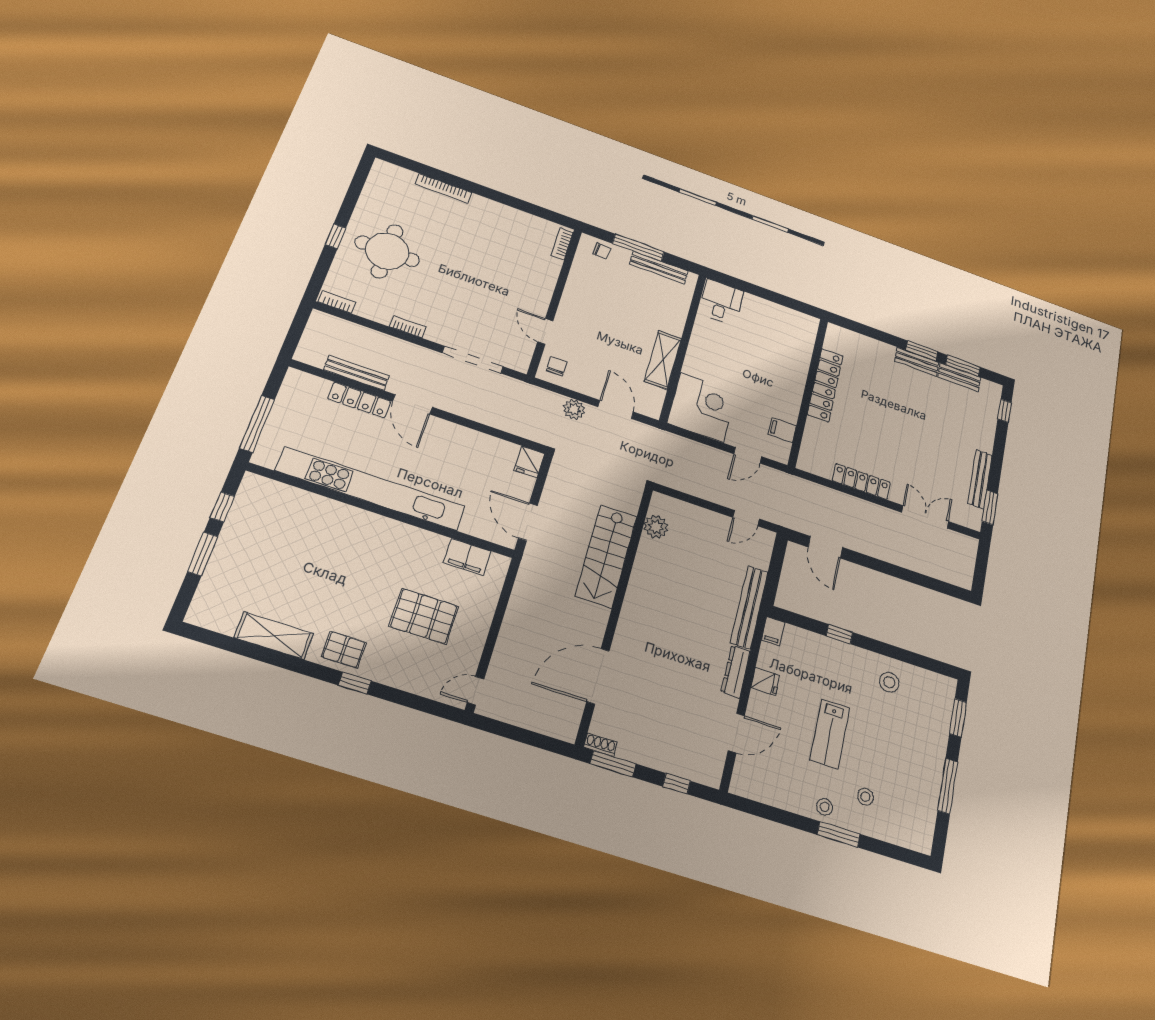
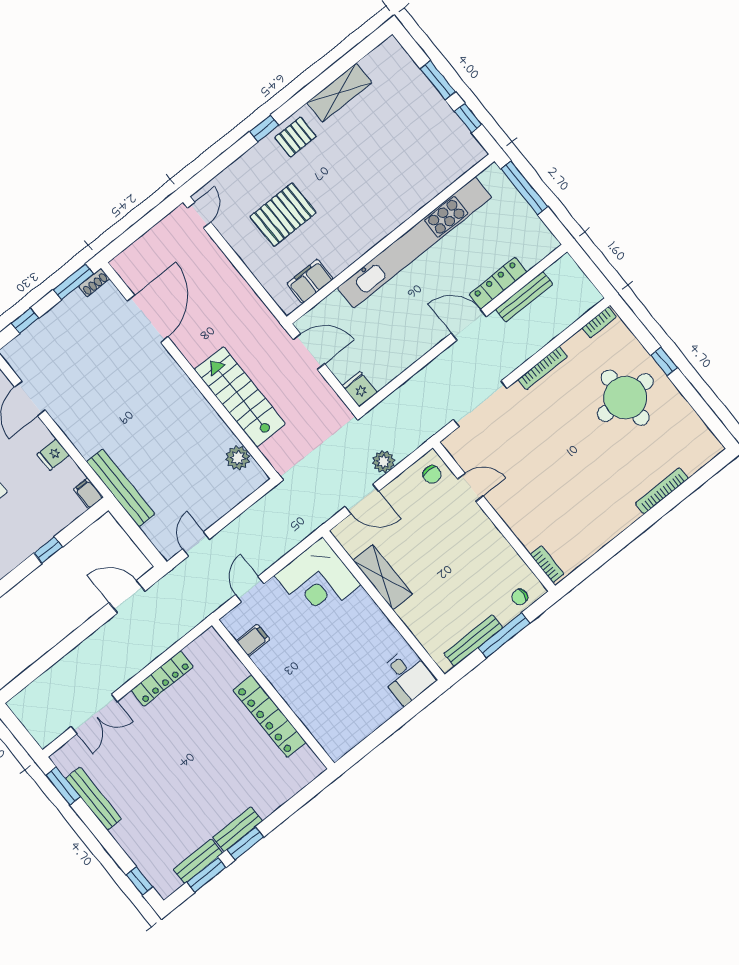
bookcase: (408, 327) -> (543, 368), width x1.56
dresser: (736, 672) -> (77, 435), removed

